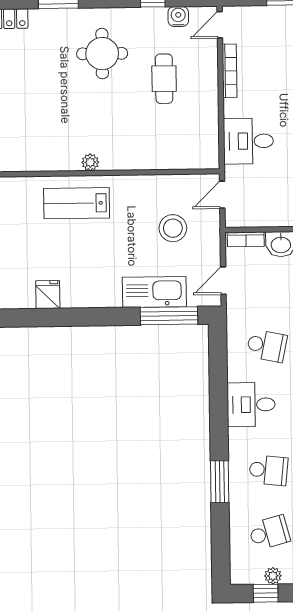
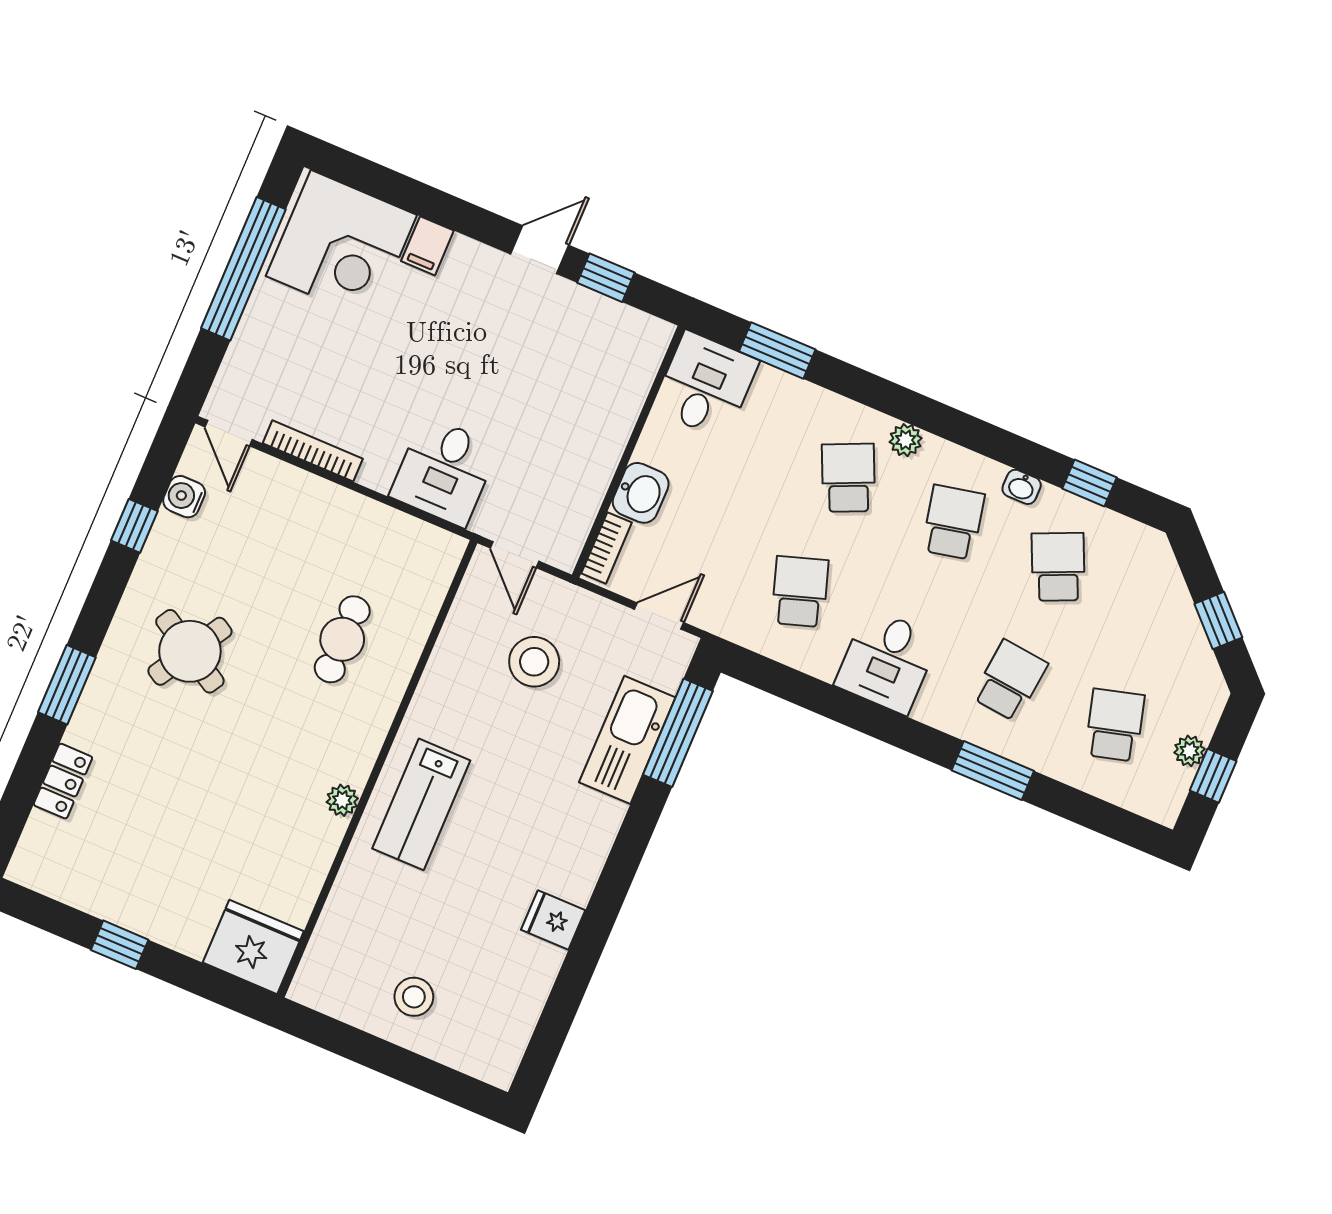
round table: (102, 54) -> (190, 651), turned 31
cafe table: (164, 79) -> (342, 639), moved, turned 90
plant: (90, 162) -> (342, 800), moved
door: (223, 281) -> (659, 616), swing flipped
school desk: (267, 346) -> (800, 592), turned -30

